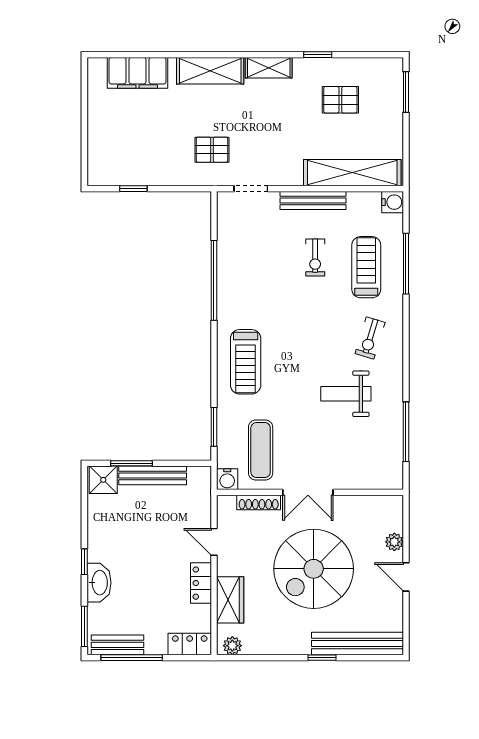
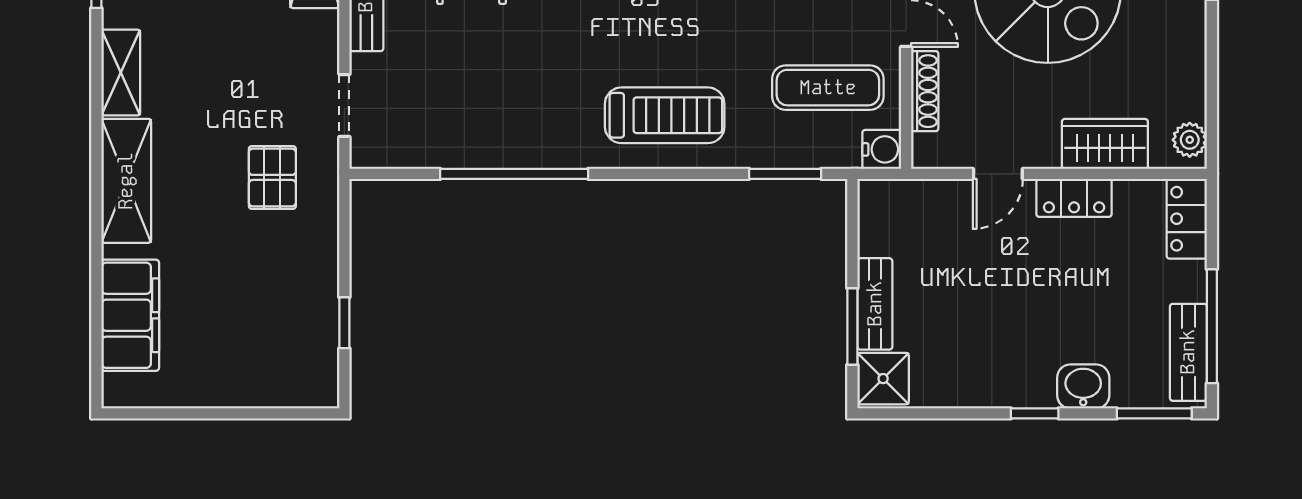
bench: (153, 475) -> (875, 304), width x0.73
washbasin: (99, 583) -> (1083, 386), width x0.72

